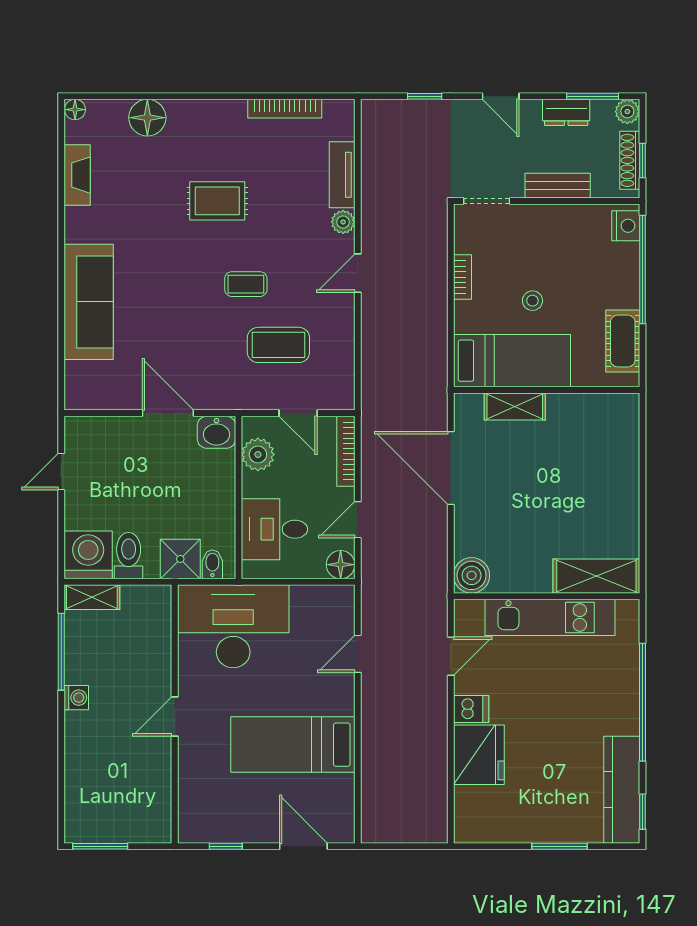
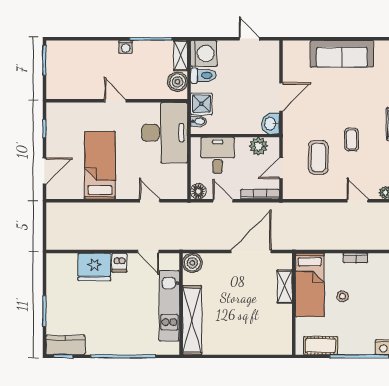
shelving: (596, 576) -> (192, 320), width x1.47
boiler: (140, 603) -> (177, 82), added
kitchen counter: (622, 790) -> (66, 345), width x0.67

